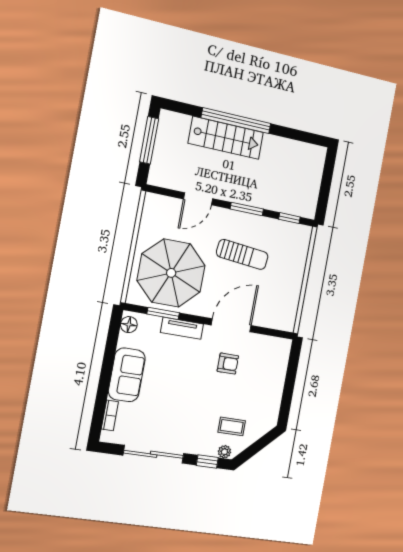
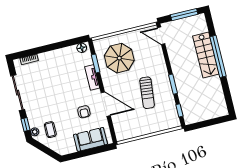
door: (198, 199) -> (161, 36), moved
parasol: (171, 273) -> (119, 58), width x0.73, depth x0.73
sofa: (127, 375) -> (90, 139), moved, turned 180

